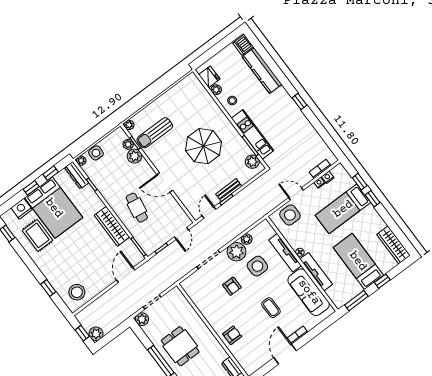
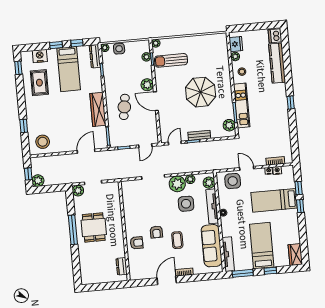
plant: (134, 156) -> (147, 85), moved
bed: (54, 208) -> (69, 69), width x0.67
plant: (267, 231) -> (209, 183), added
wardrobe: (393, 245) -> (295, 255), width x0.67
tv unit: (316, 272) -> (228, 254), moved
armchair: (232, 286) -> (156, 232), moved

